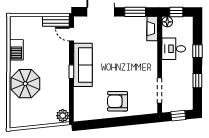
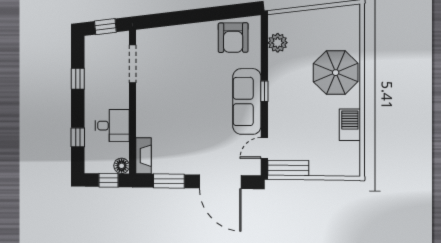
door: (71, 34) -> (264, 148), swing flipped
window: (197, 51) -> (78, 137), moved
armchair: (118, 101) -> (233, 38), moved, turned 90
plant: (63, 116) -> (278, 43), moved

